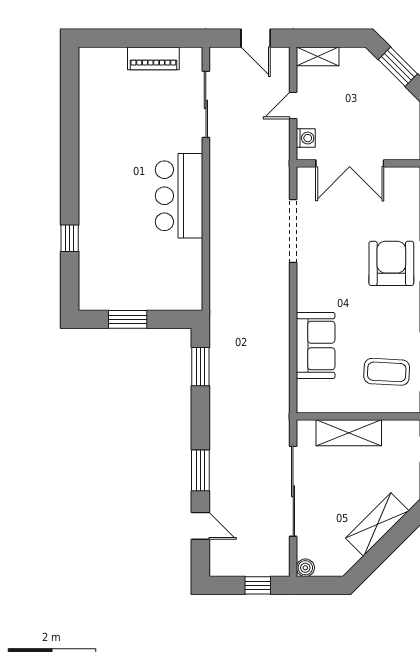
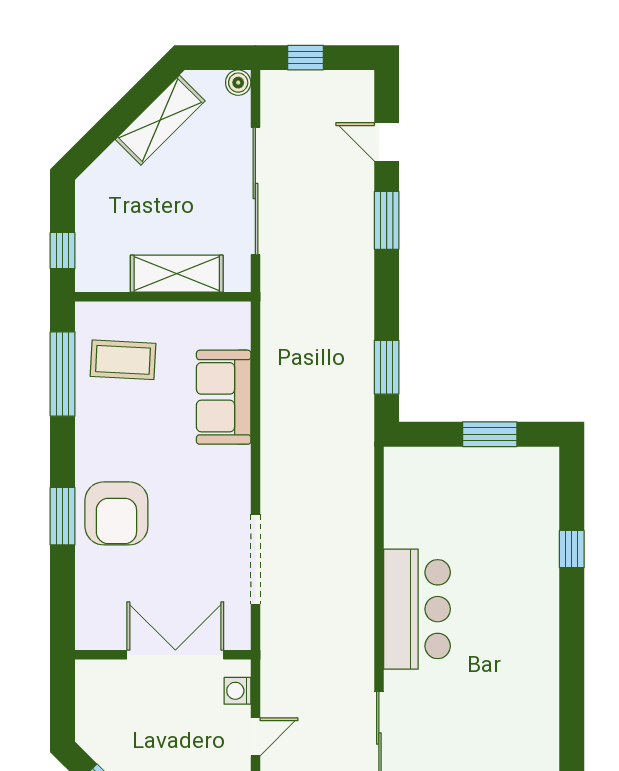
shelving: (377, 524) -> (160, 120), moved

